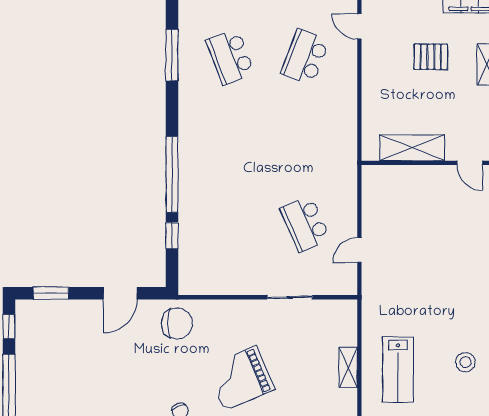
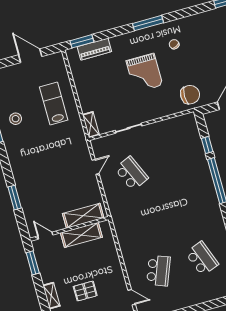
shelving: (401, 178) -> (83, 216), added
chair: (177, 323) -> (190, 95), turned 180
shelving: (348, 367) -> (91, 125), moved
grand piano: (240, 378) -> (144, 73), turned 113

